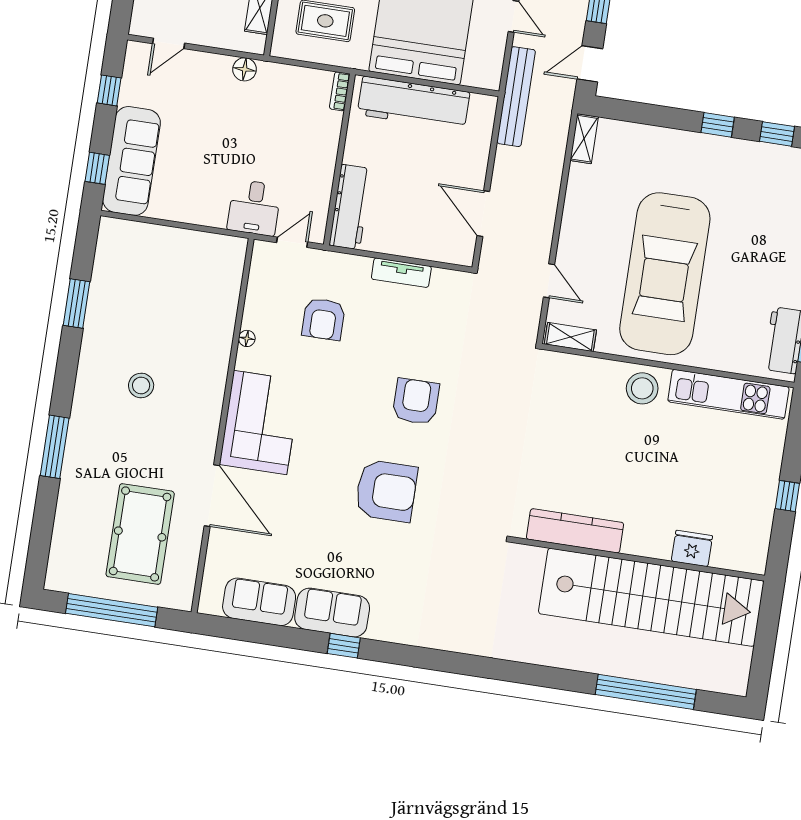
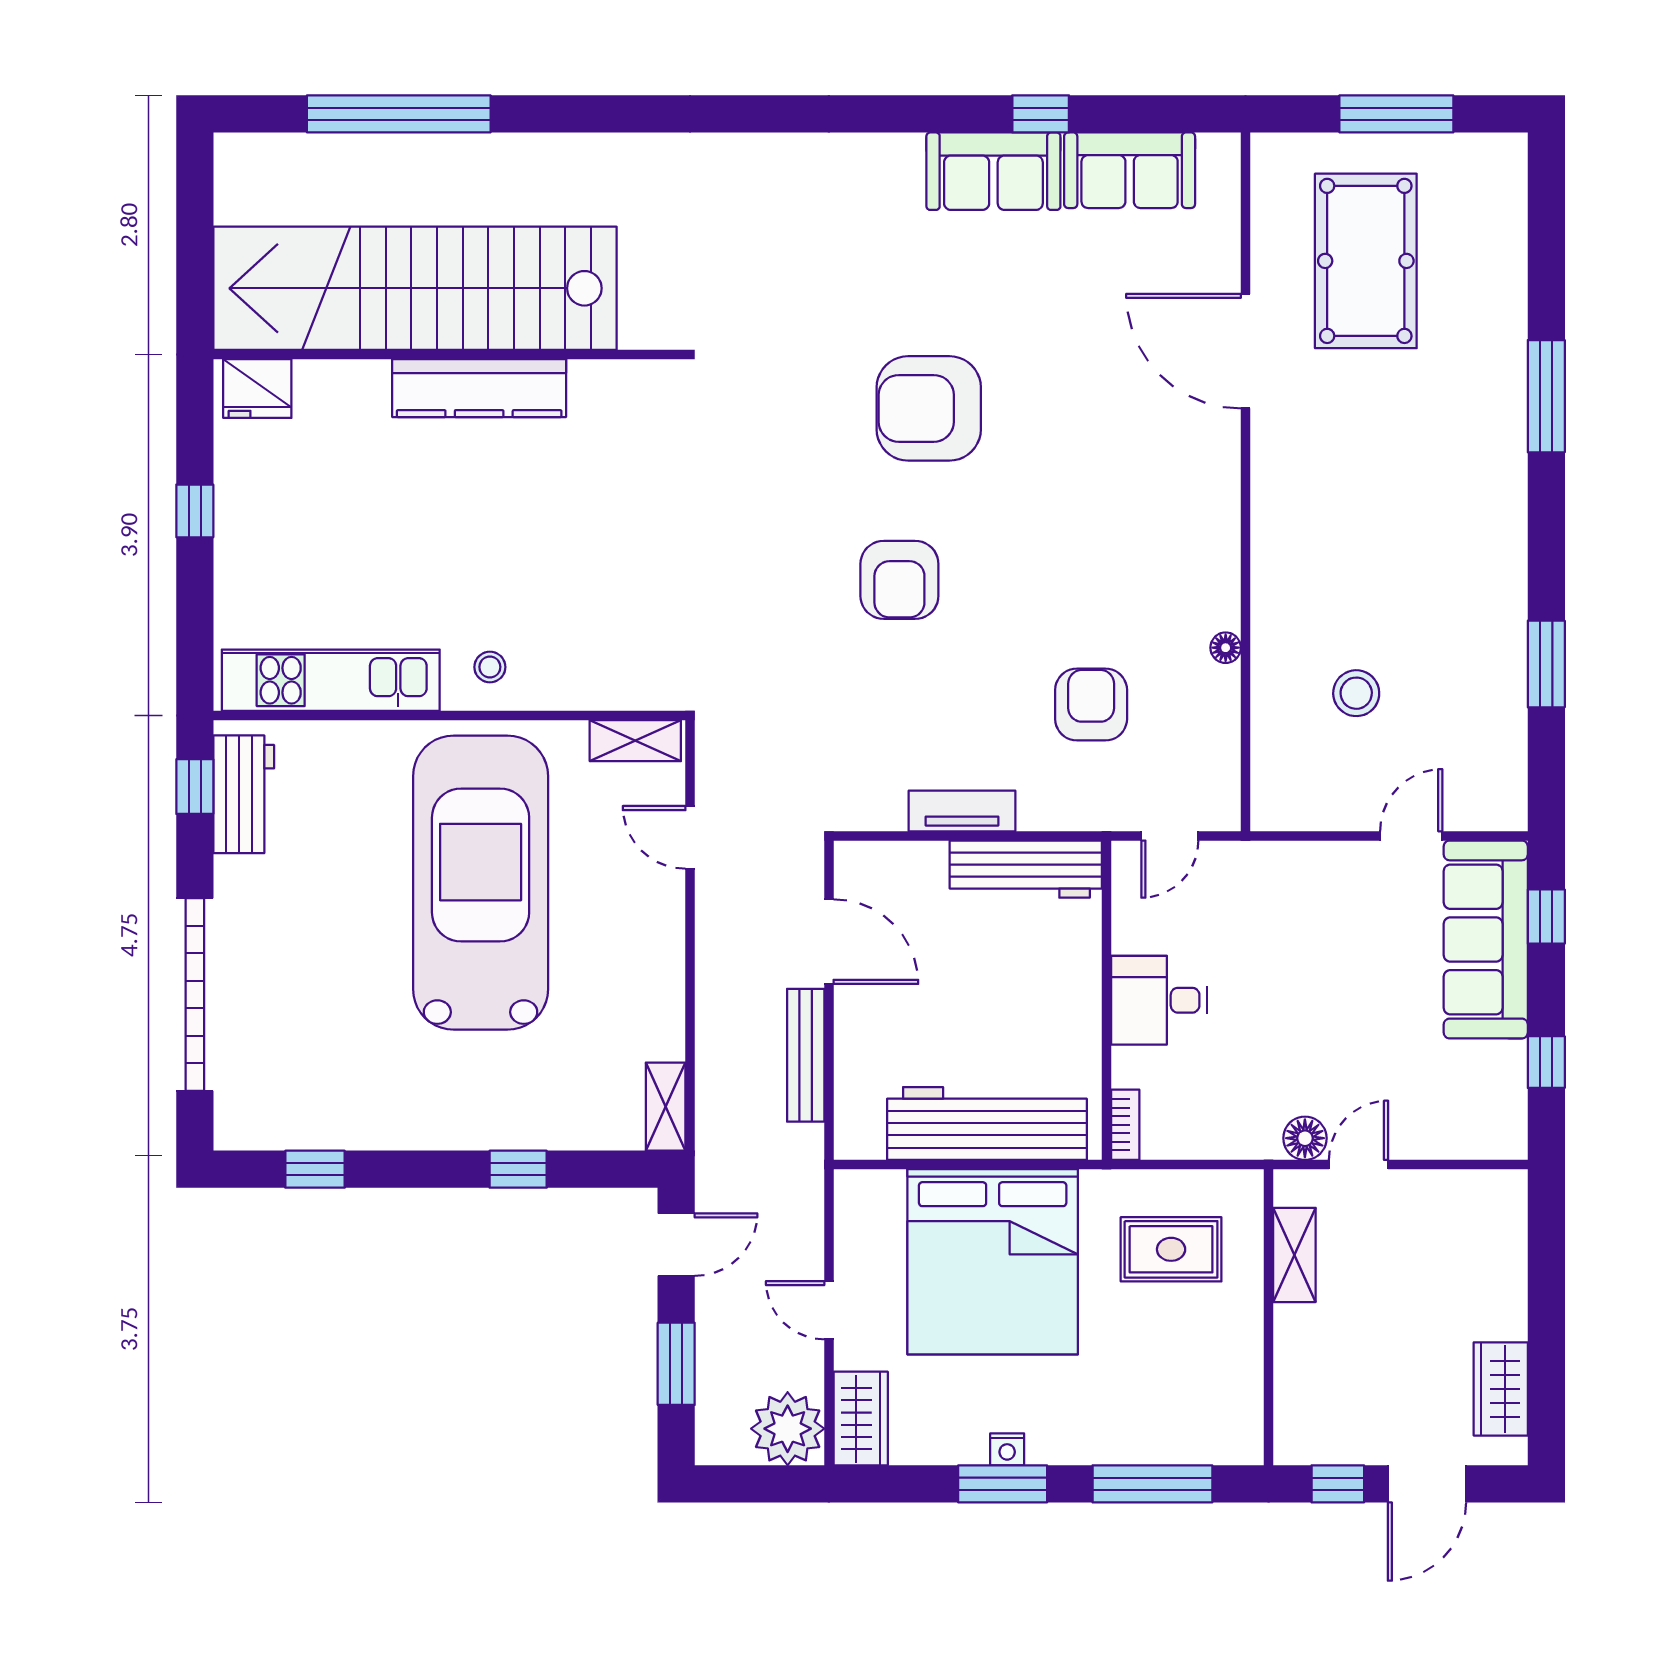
door: (169, 43) -> (1359, 1165), moved
bench: (516, 97) -> (806, 1055), moved, width x0.73, depth x0.82
window: (718, 125) -> (518, 1169), moved
workbench: (350, 207) -> (1026, 869), moved, turned -90
desk: (254, 208) -> (1159, 1000), moved, turned -90
door: (163, 222) -> (1411, 836), added
stool: (141, 385) -> (1356, 693), moved
stool: (642, 388) -> (490, 667), width x0.53, depth x0.53
corner sofa: (260, 423) -> (1178, 498), removed
kitchen counter: (575, 531) -> (479, 388), moved
fridge: (692, 549) -> (257, 389), moved
window: (112, 610) -> (1396, 114), width x0.68
window: (344, 646) -> (1041, 114), moved

